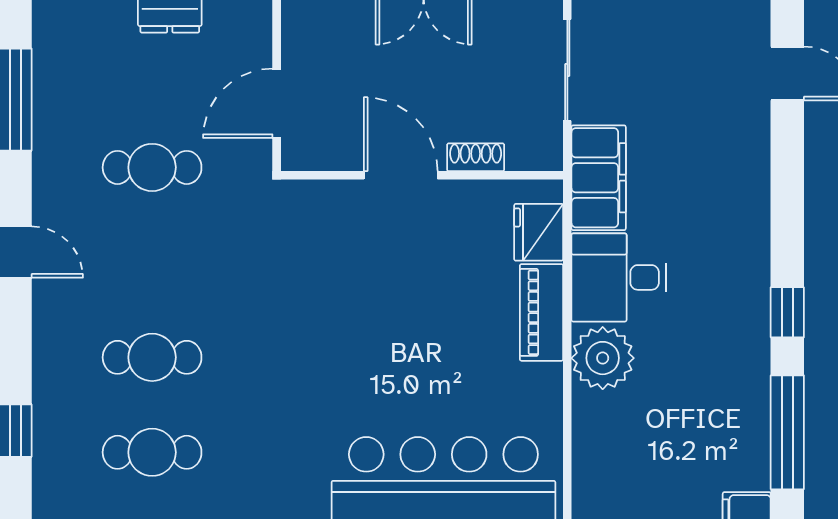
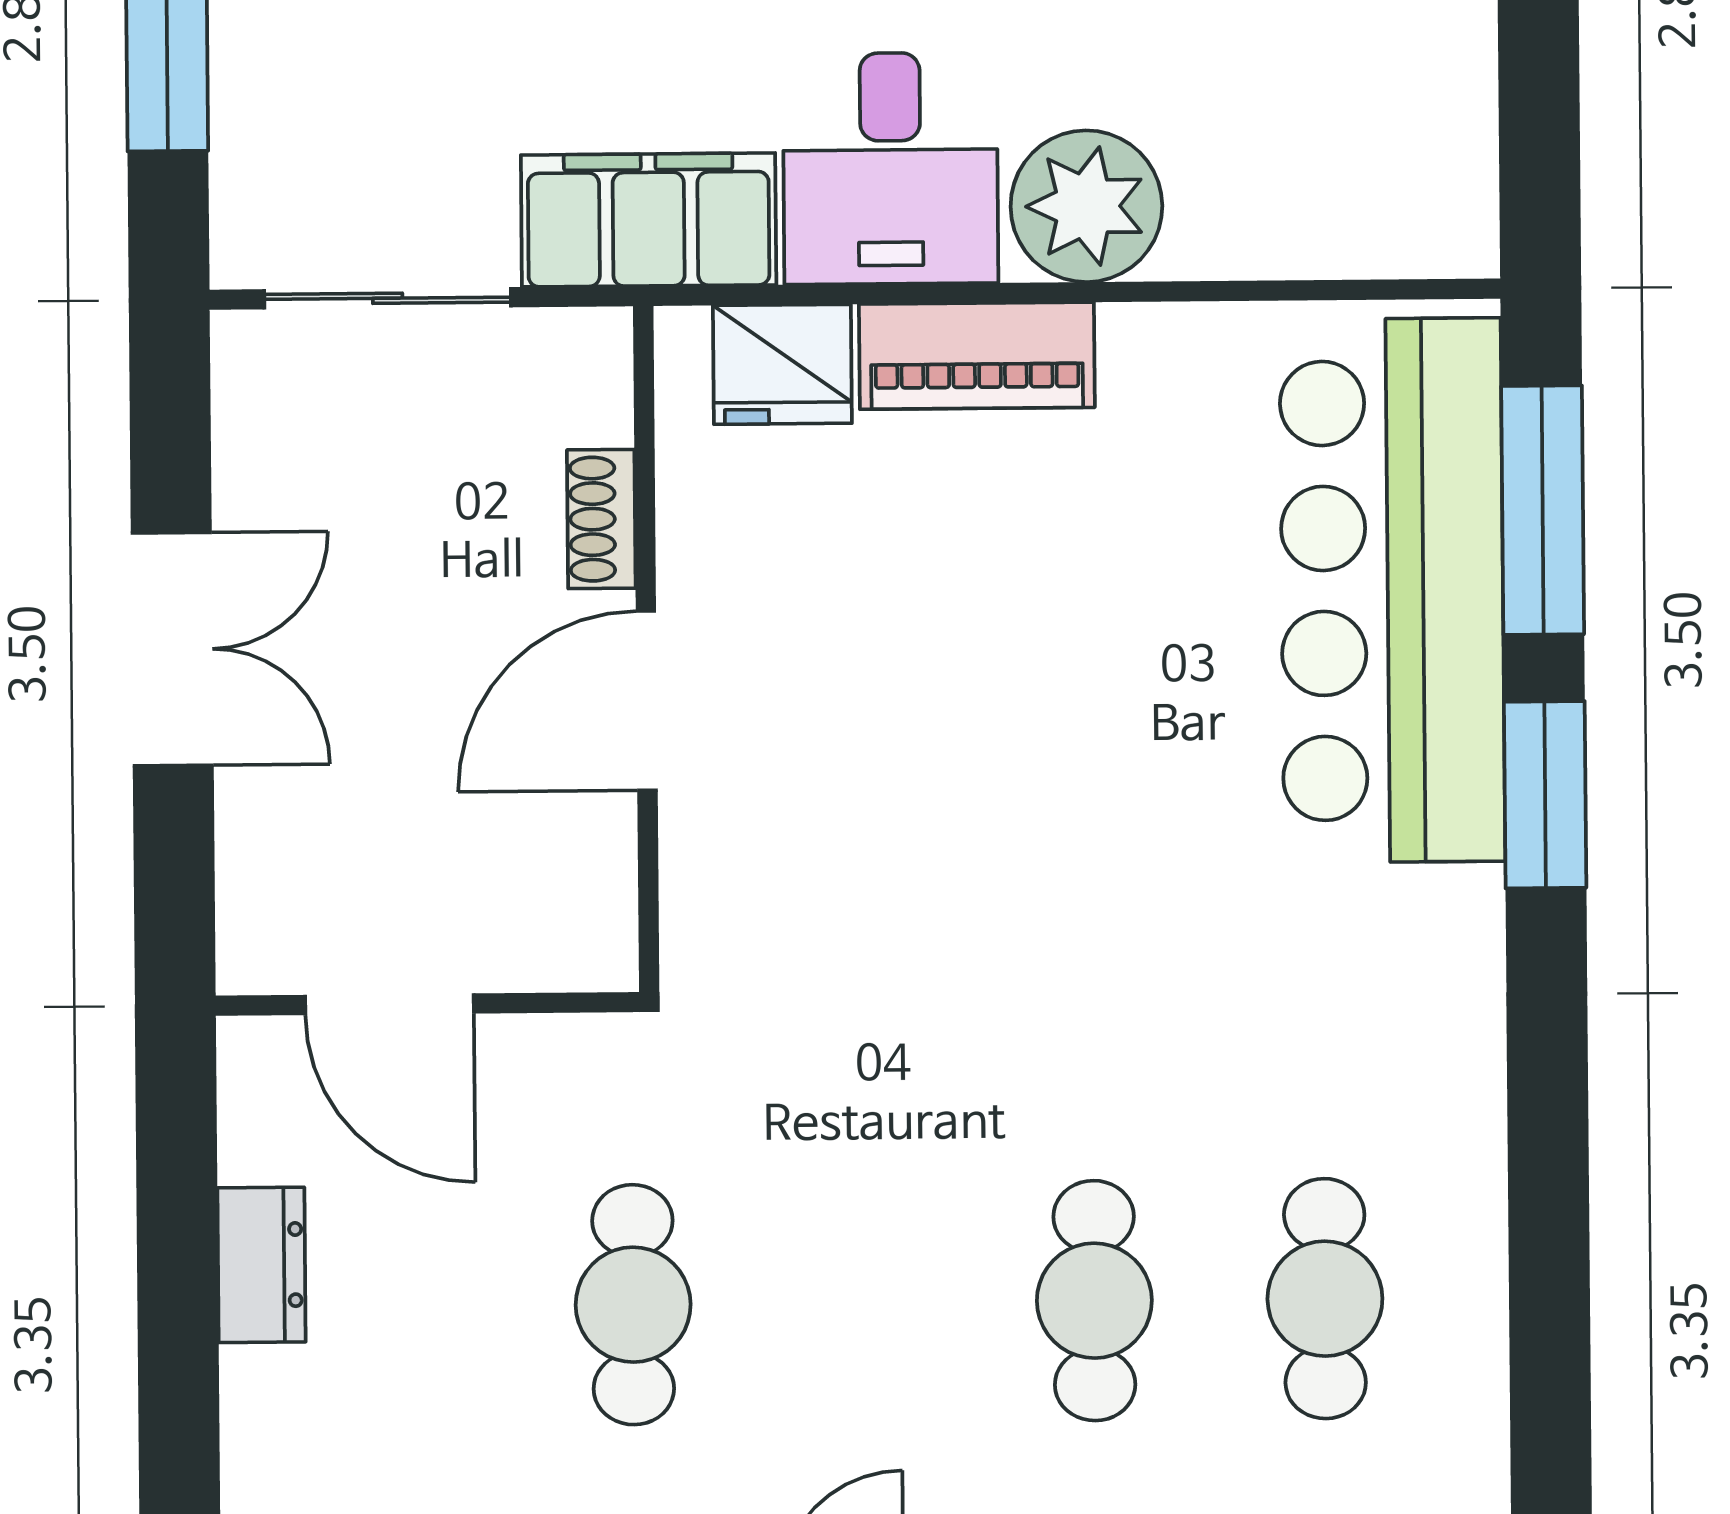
door: (277, 103) -> (389, 1004), moved

